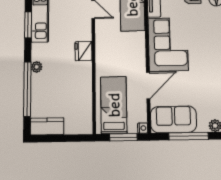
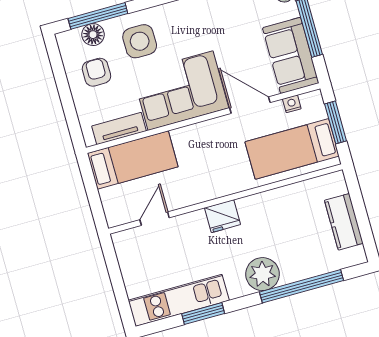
side table: (205, 27) -> (140, 41), added
plant: (37, 67) -> (262, 274), width x1.88, depth x1.88
kitchen counter: (47, 126) -> (344, 222), moved
nightstand: (143, 128) -> (292, 104), moved

